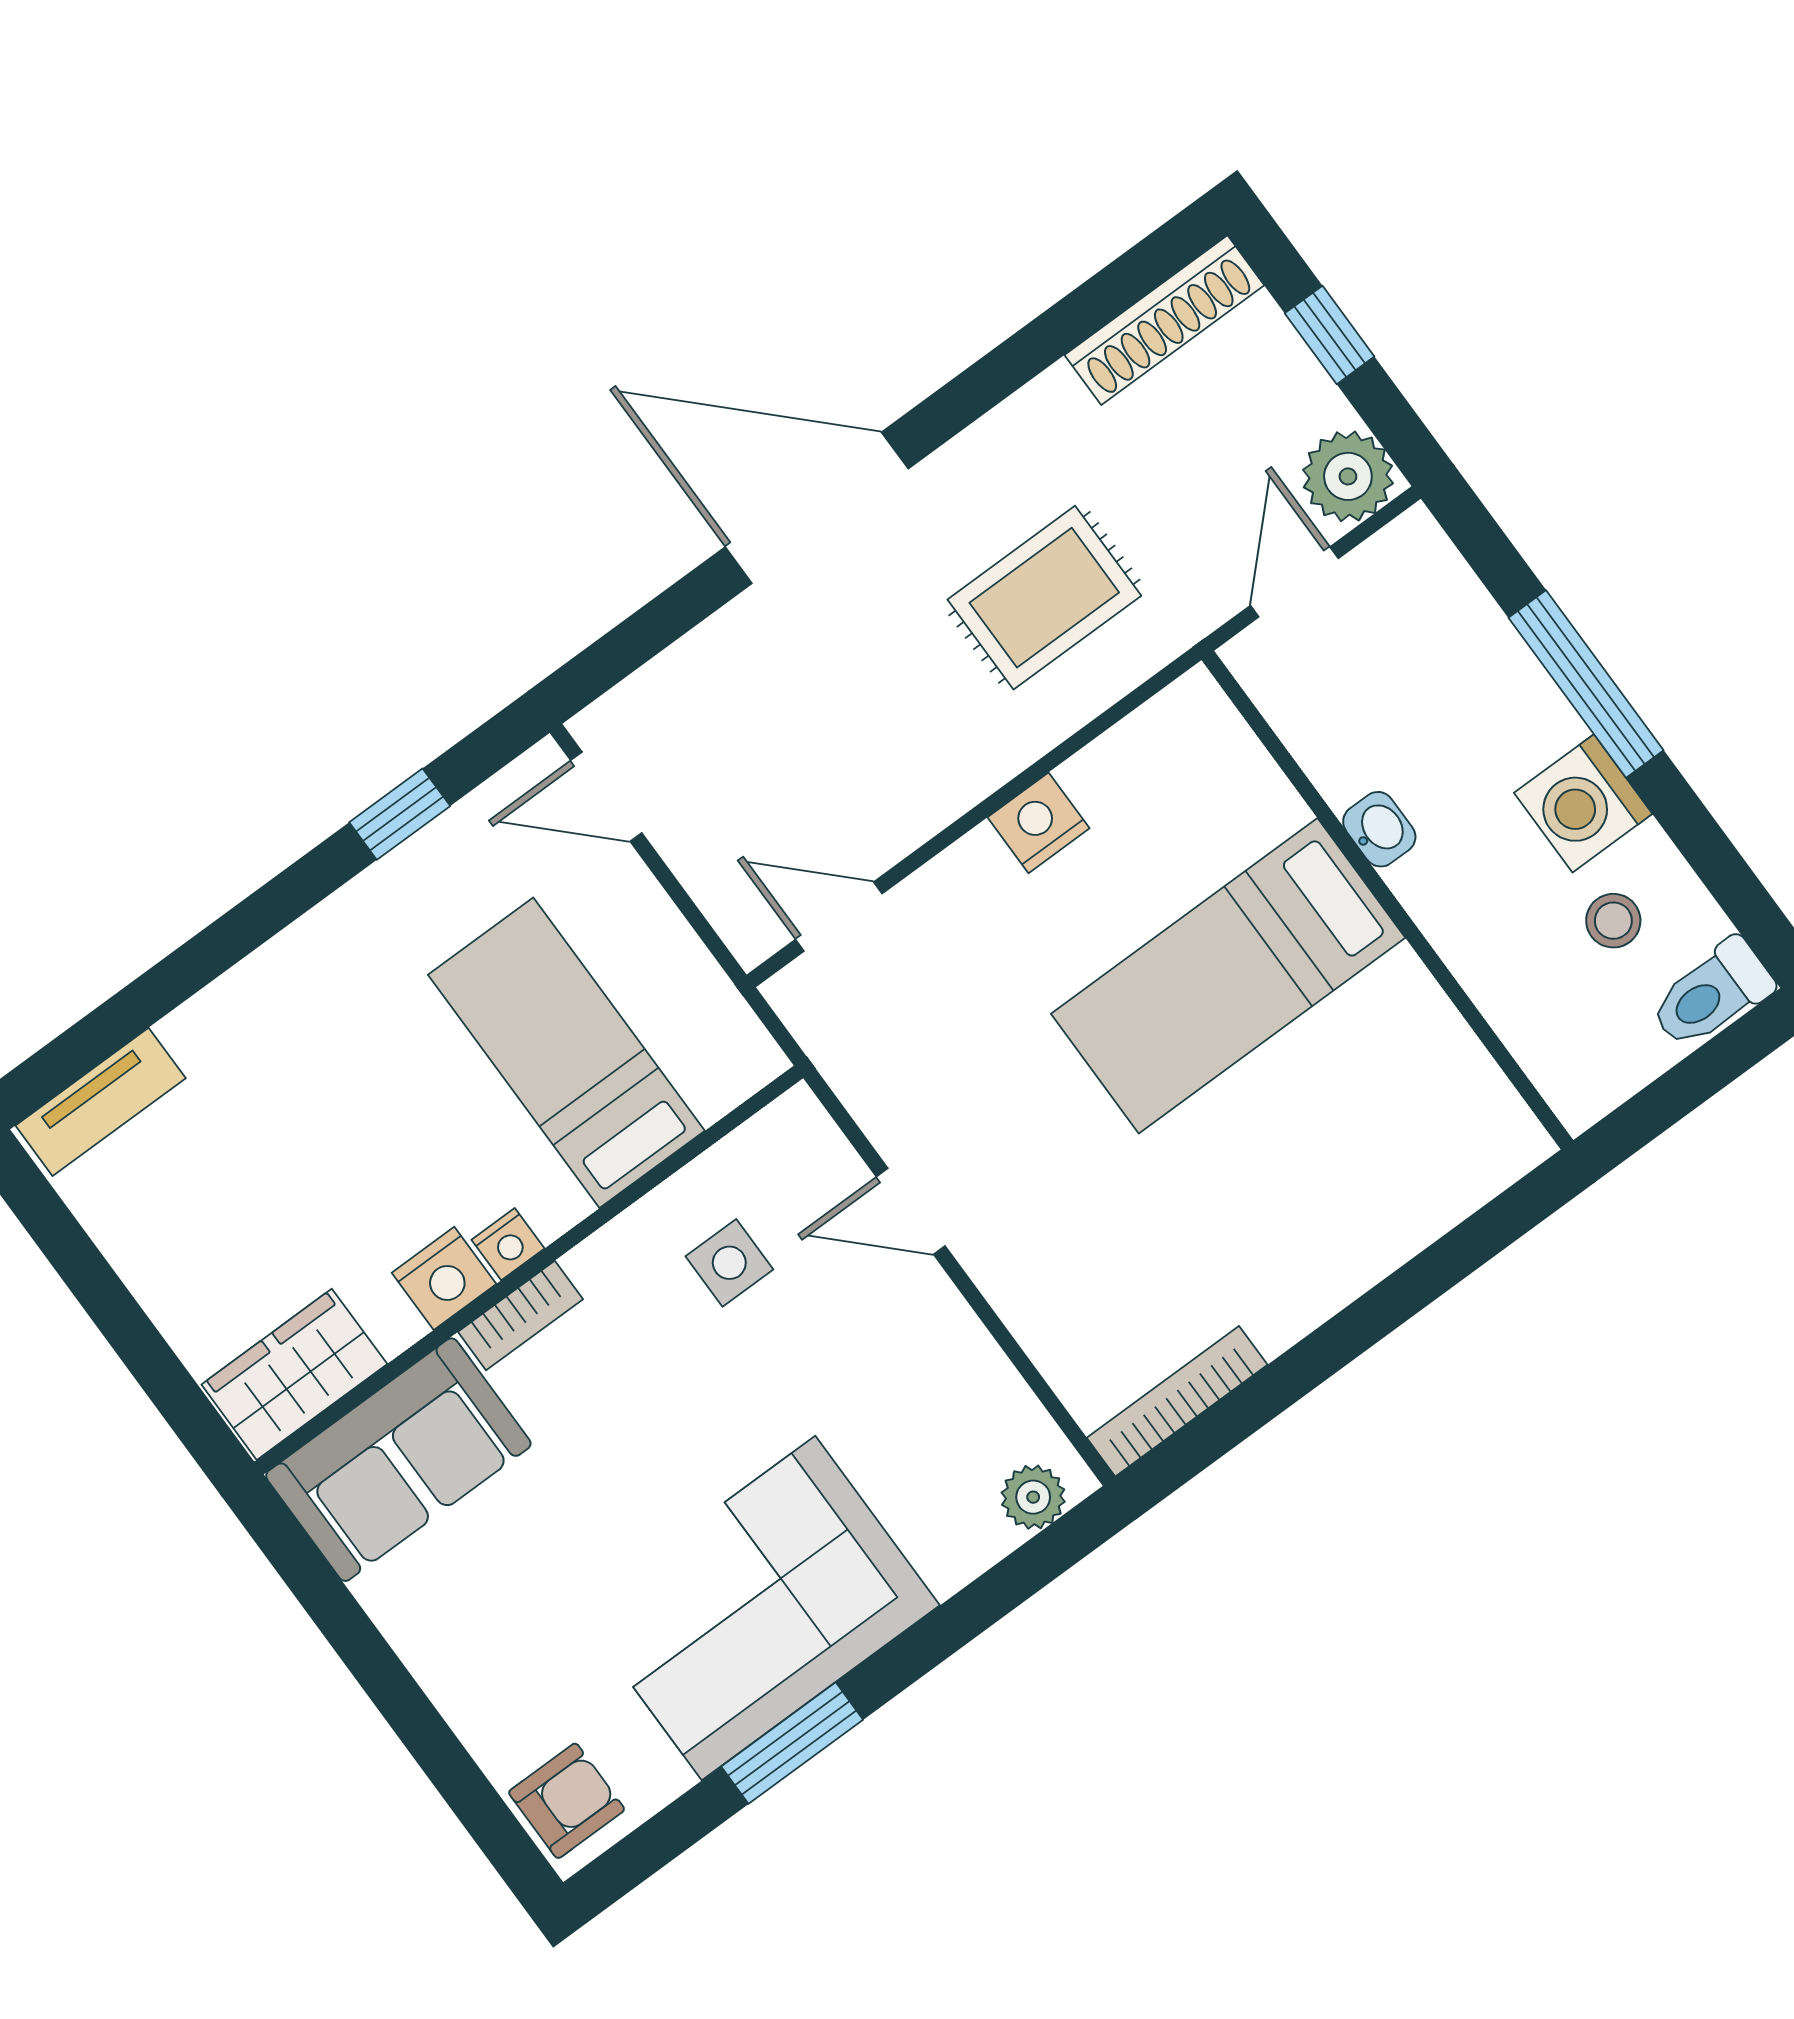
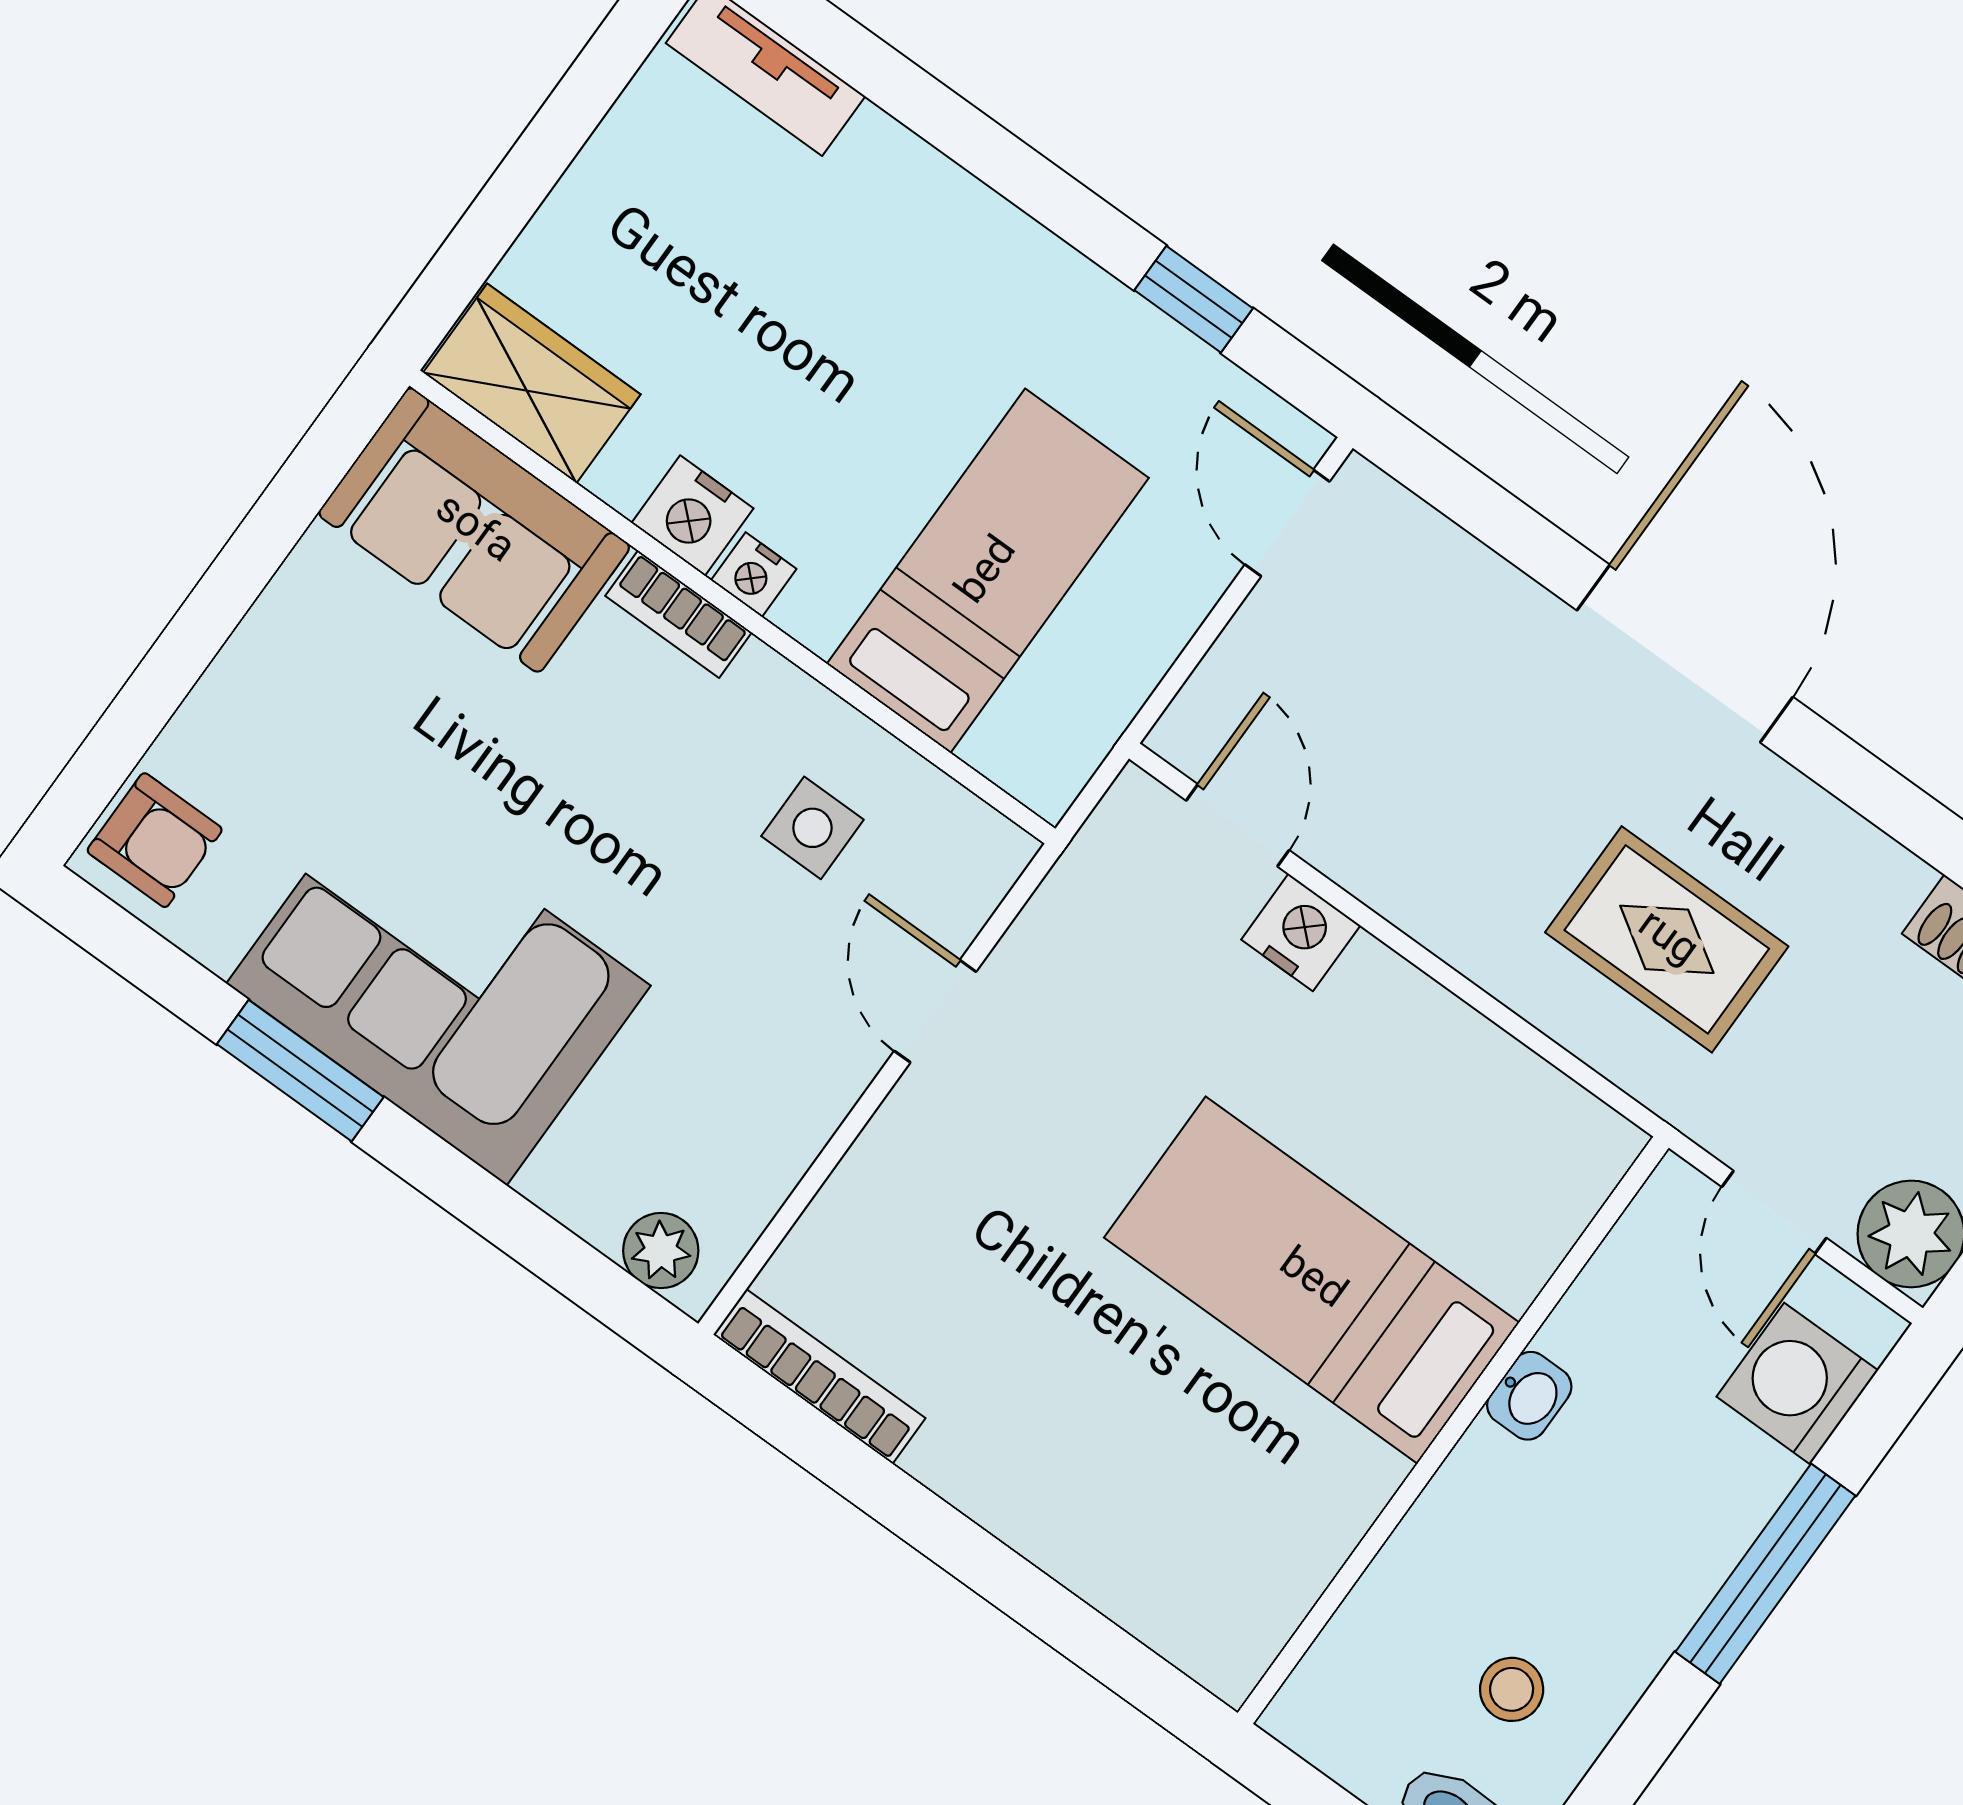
door: (1294, 582) -> (1774, 1212), swing flipped
washing machine: (1583, 803) -> (1797, 1384), moved
nightstand: (1038, 823) -> (1301, 932), moved

